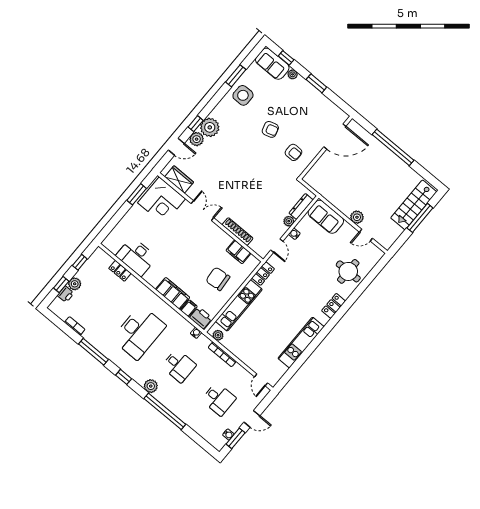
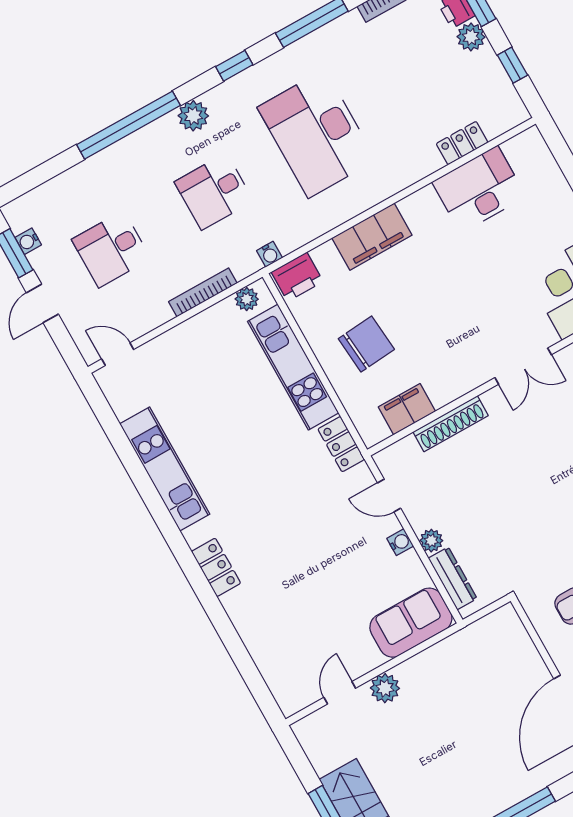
round table: (348, 271) -> (277, 626), removed
filing cabinet: (189, 308) -> (327, 259), removed

